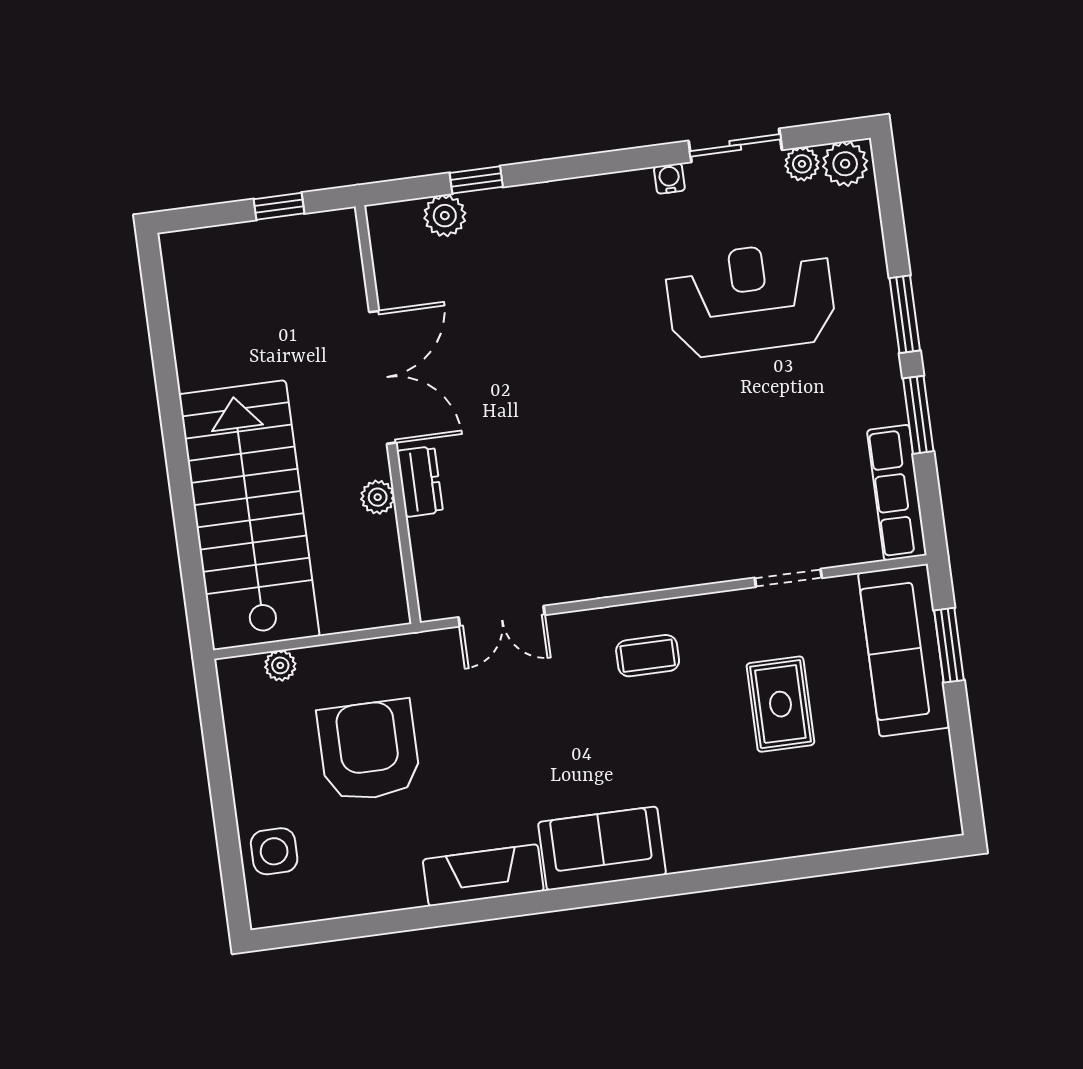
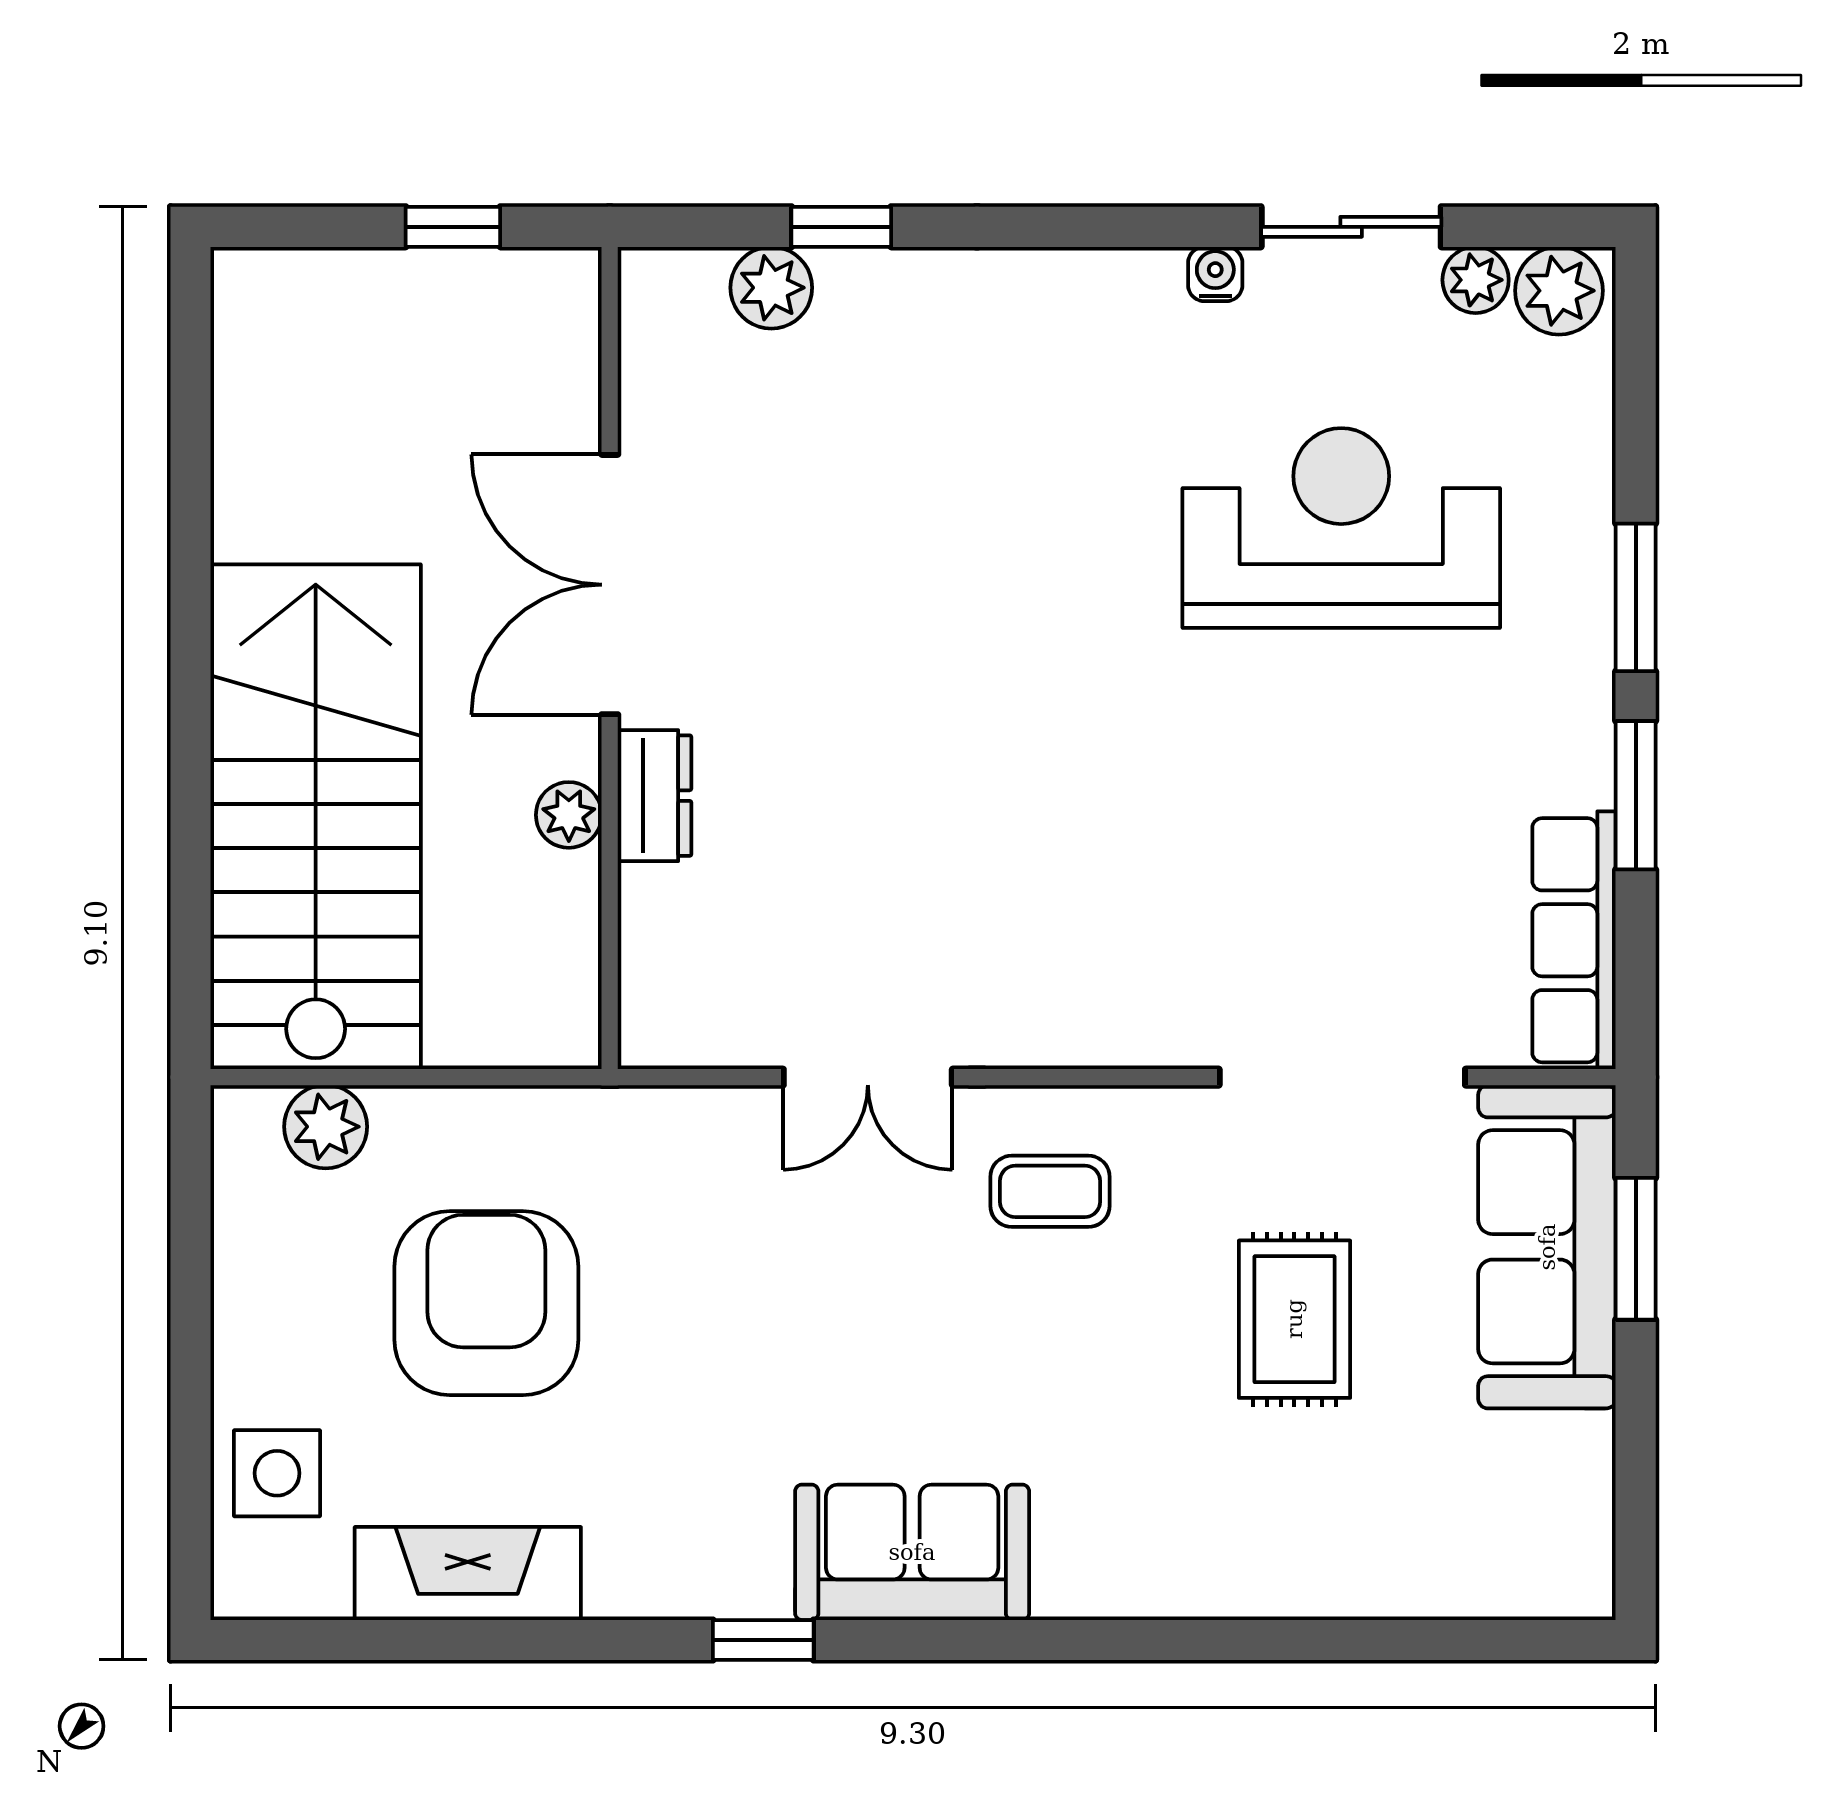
double door: (383, 377) -> (610, 585), swing flipped
doorway: (788, 578) -> (1342, 1077), width x1.87
double door: (502, 616) -> (868, 1077), moved
plant: (280, 665) -> (326, 1127), width x1.38, depth x1.38
fireplace: (483, 875) -> (468, 1573), moved
window: (532, 903) -> (763, 1640), added

